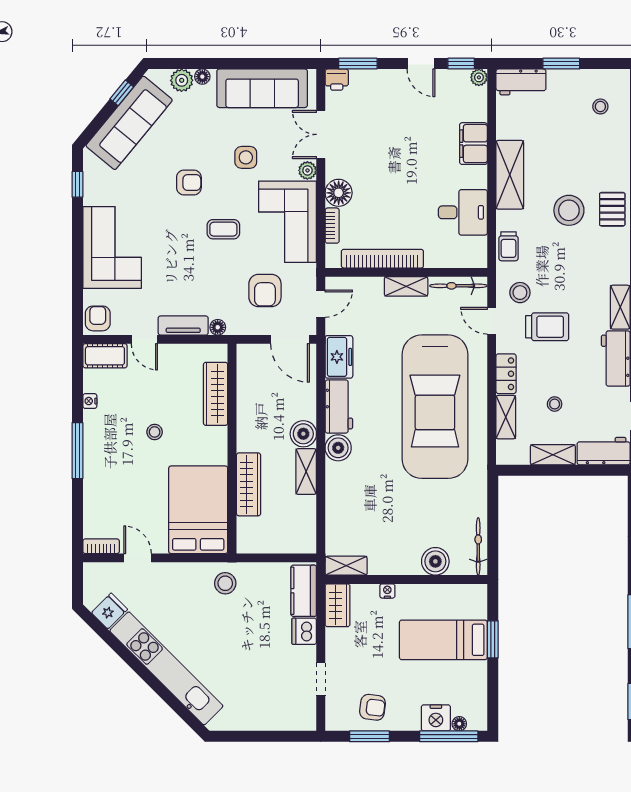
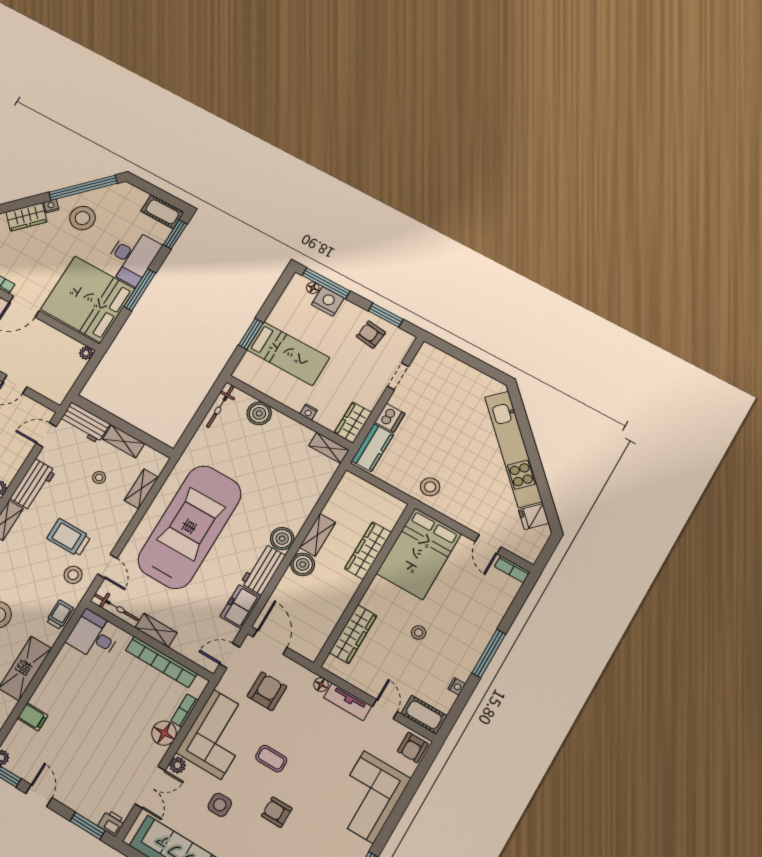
filing cabinet: (473, 144) -> (33, 717), width x0.50
desk: (463, 212) -> (94, 636), moved
locker: (506, 374) -> (121, 521), removed

